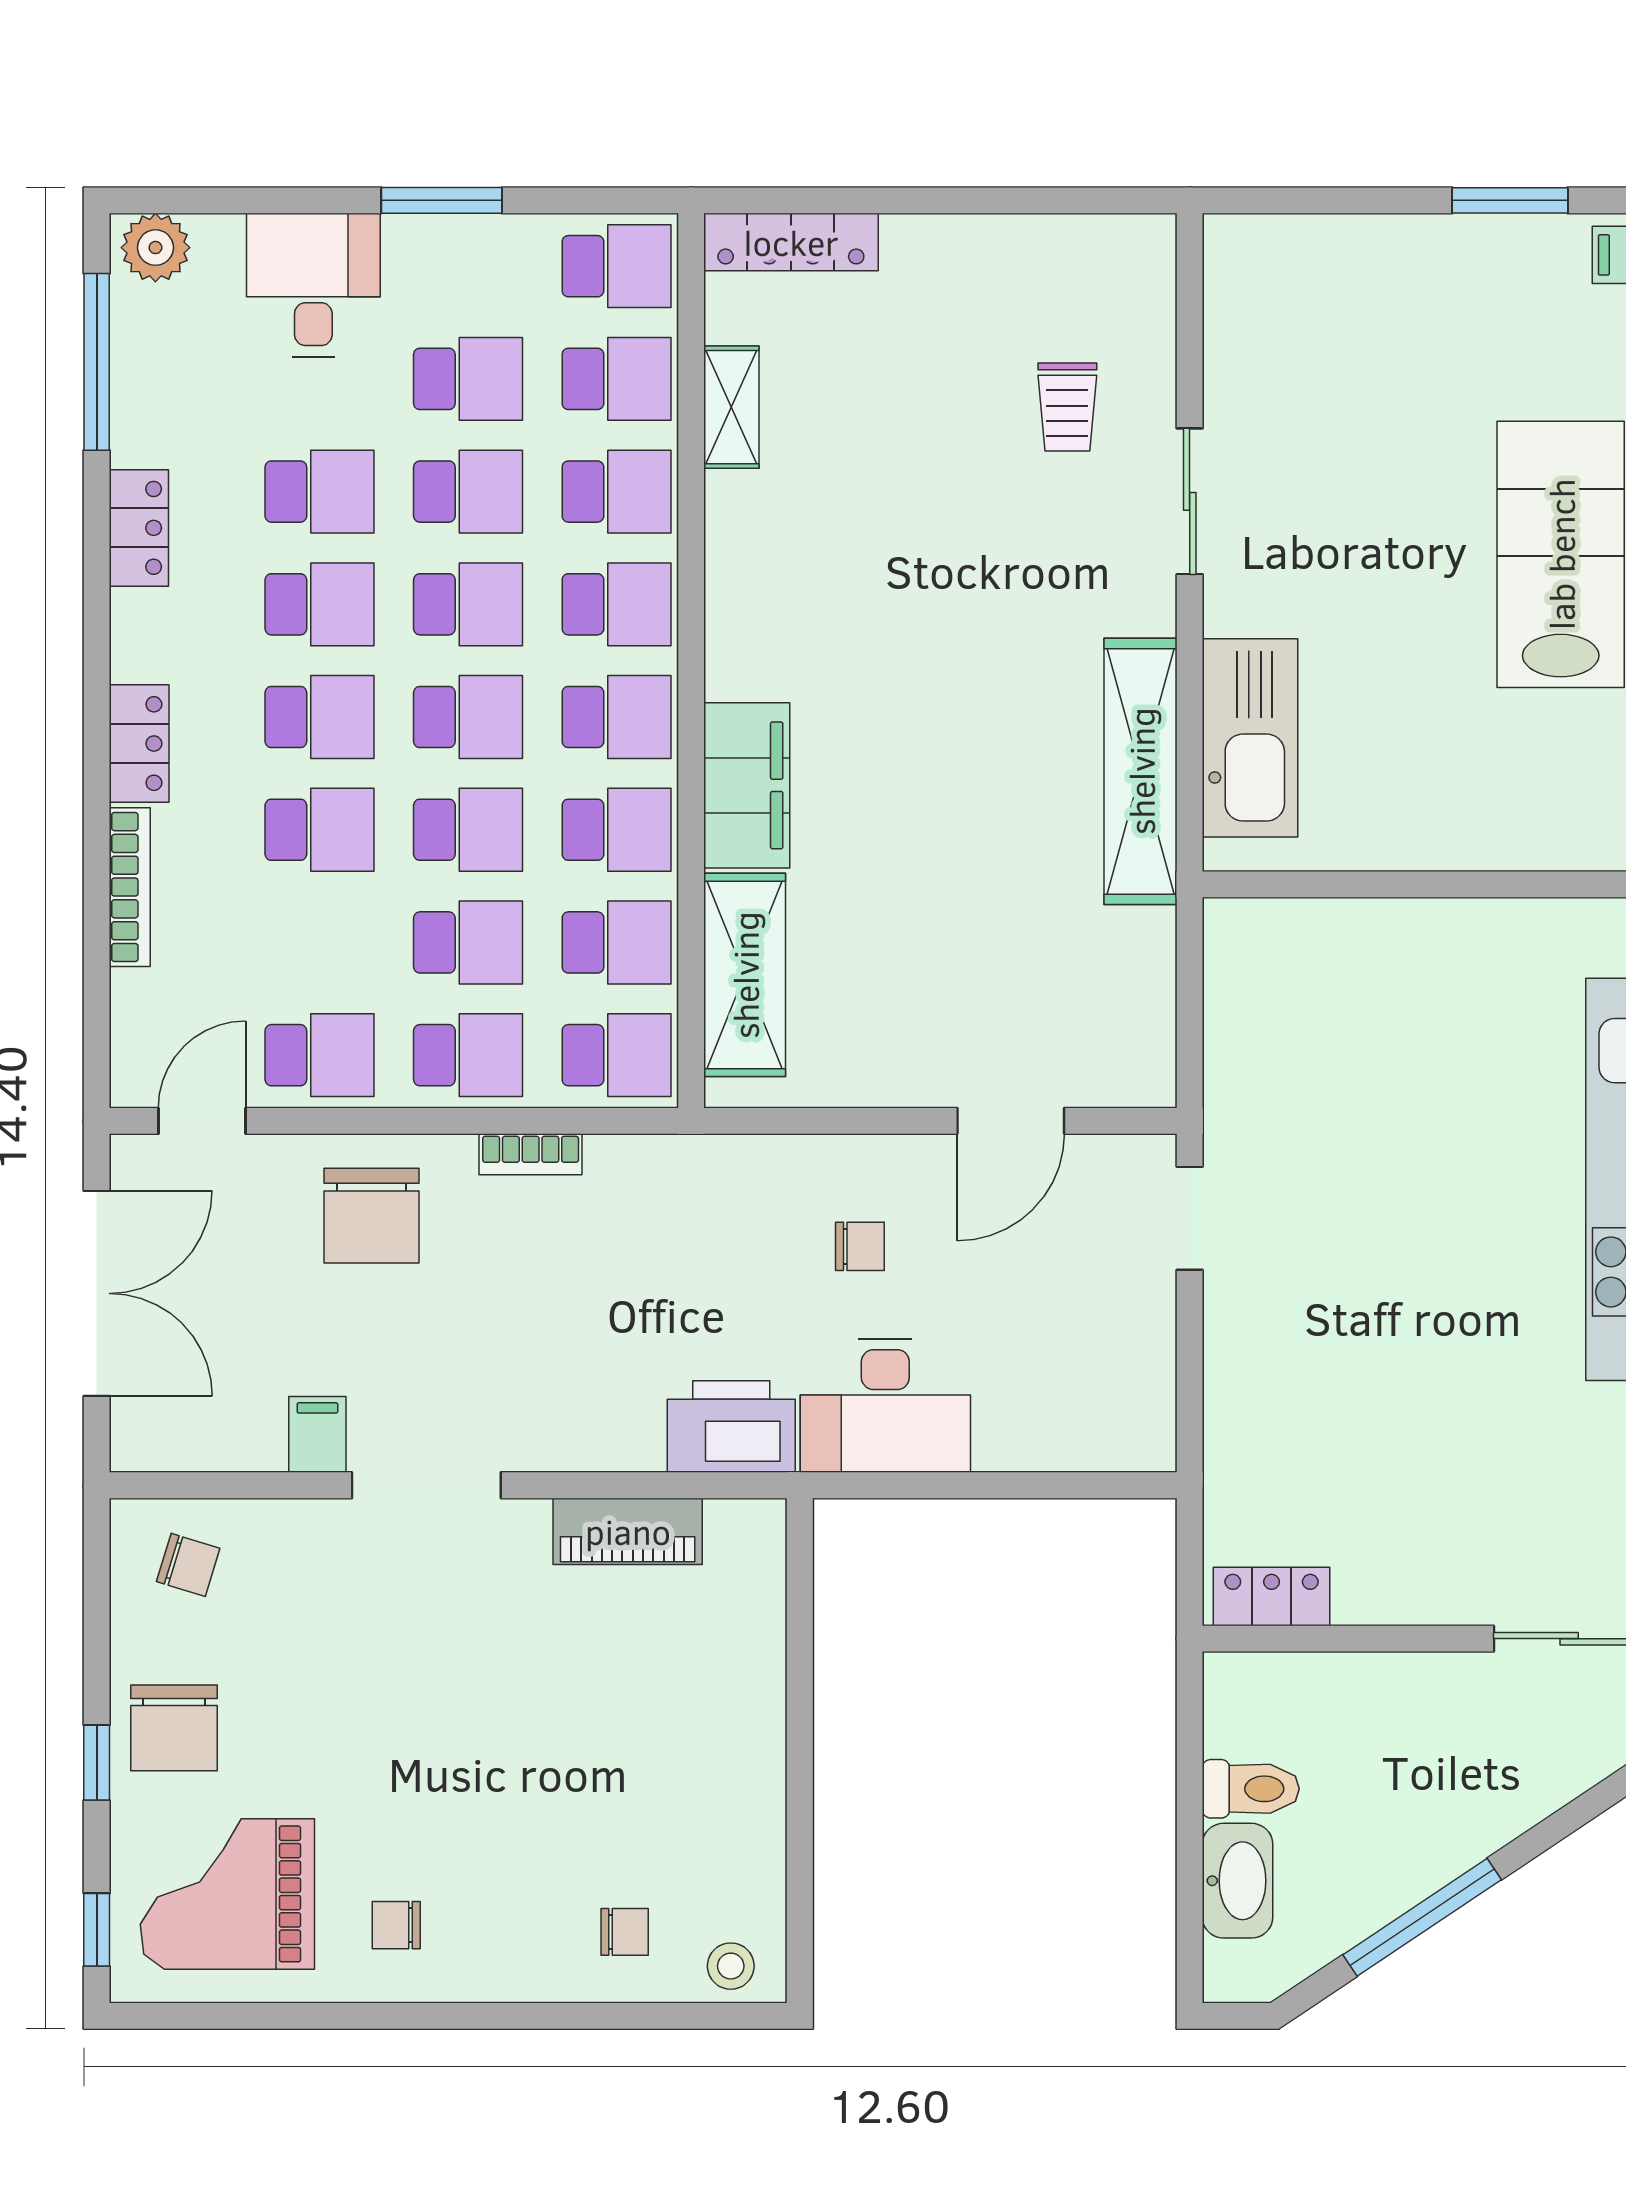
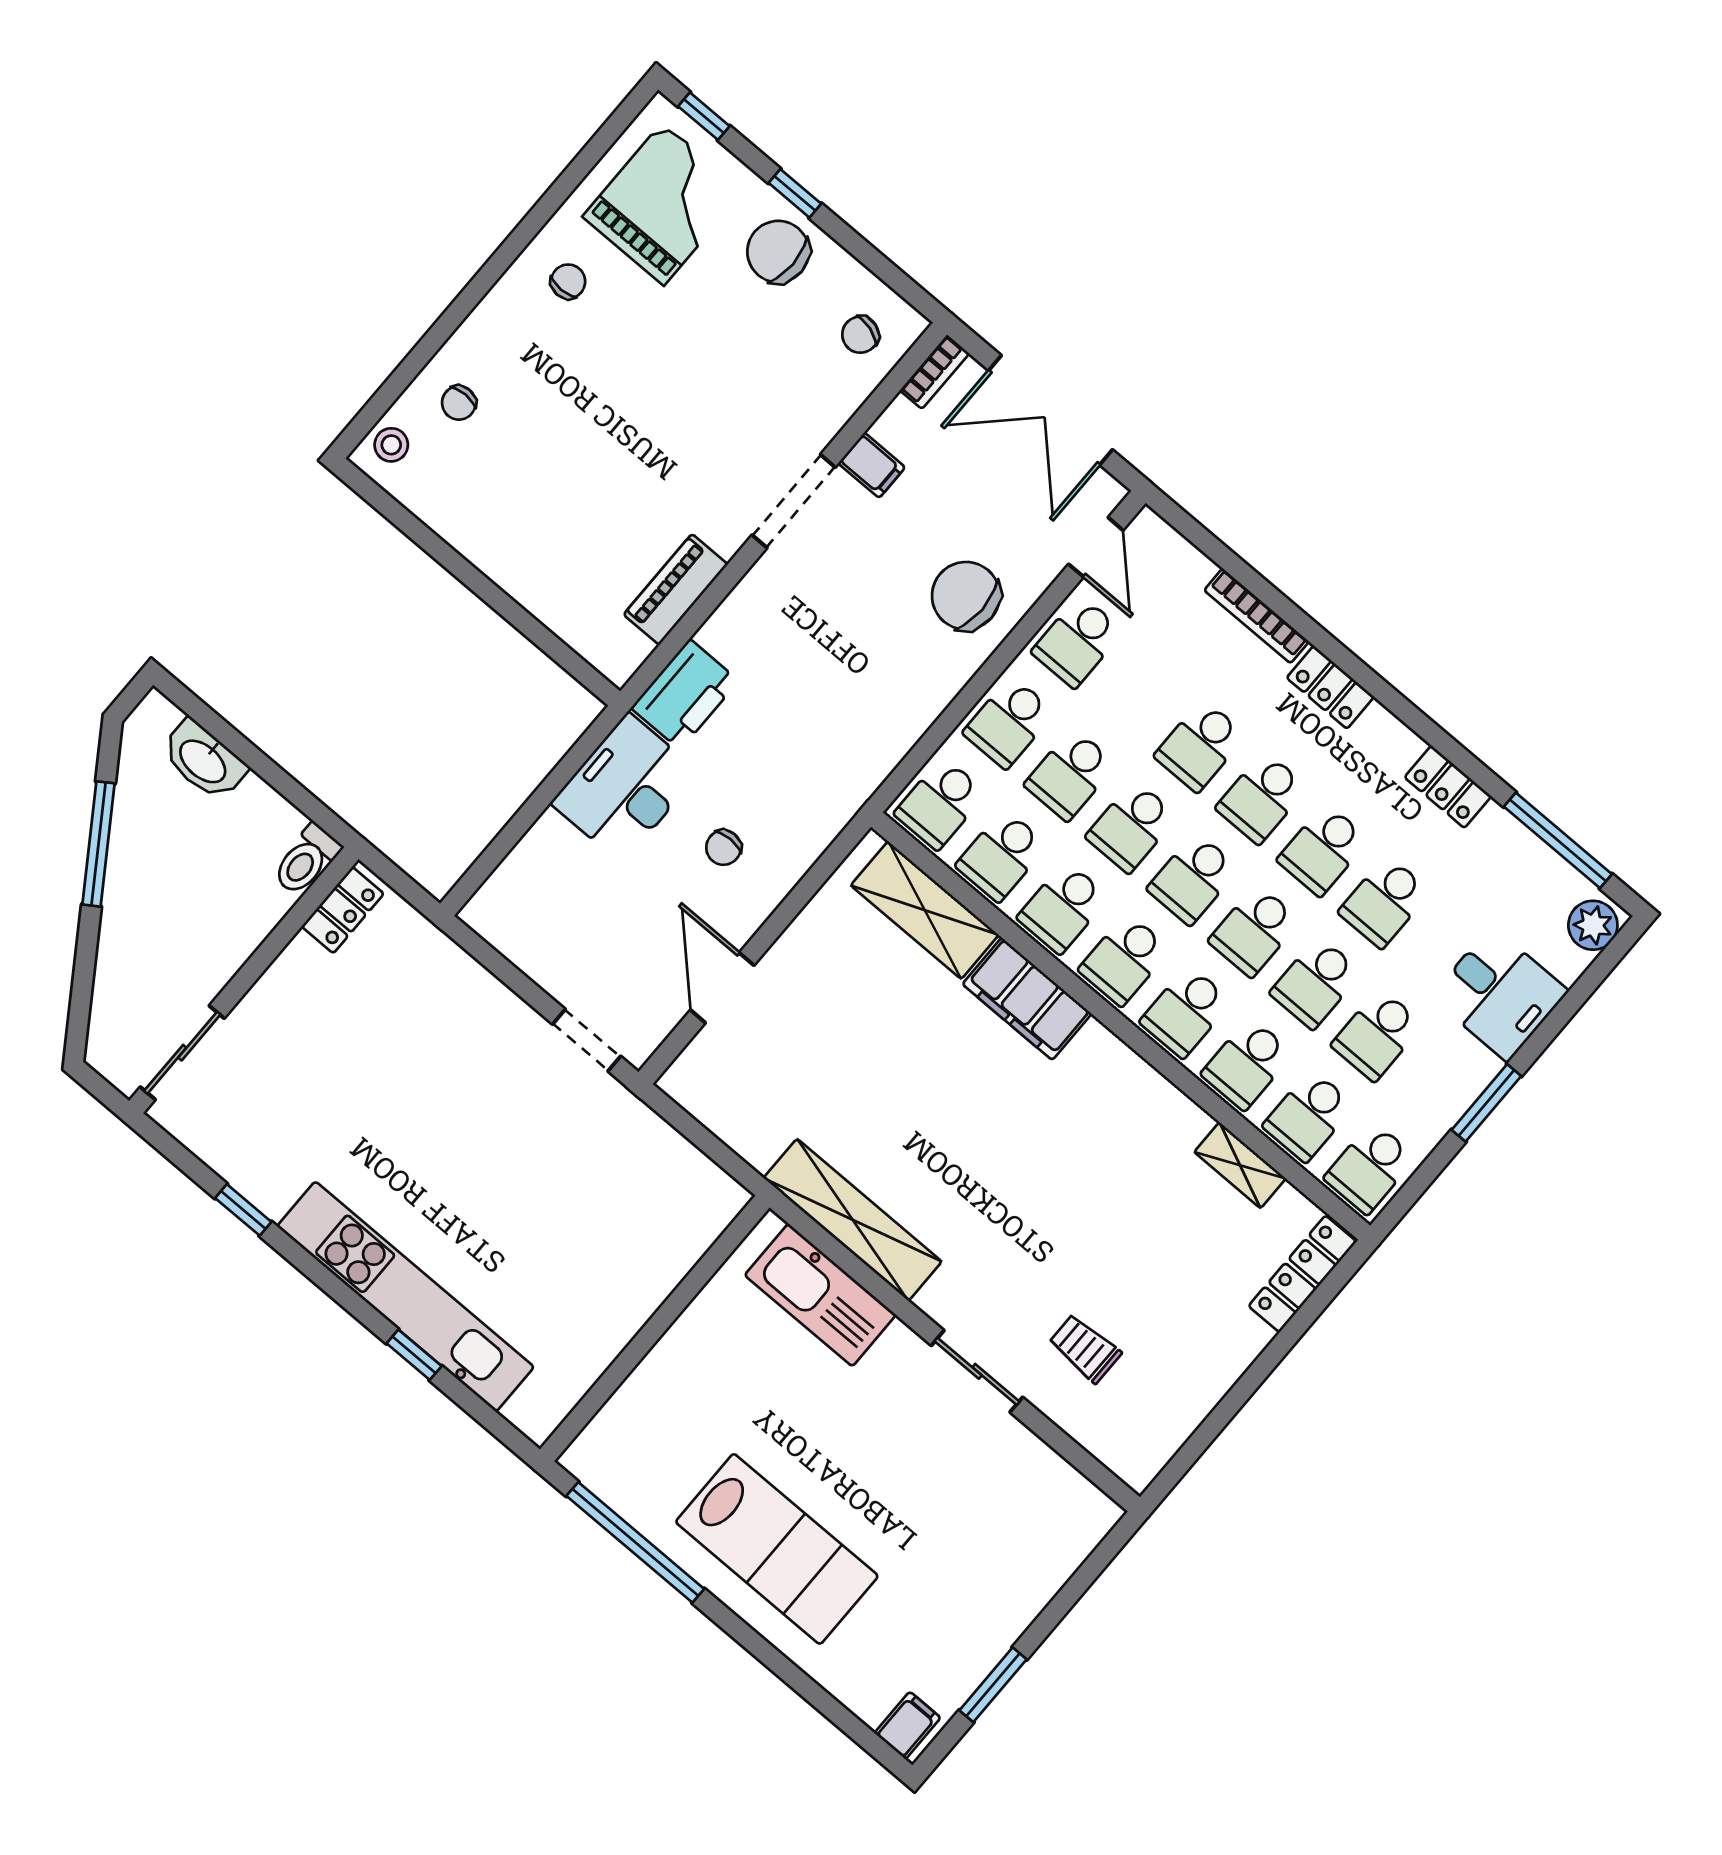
bookcase: (531, 1154) -> (935, 372), moved, turned 180
toilet: (1251, 1789) -> (306, 860), moved

